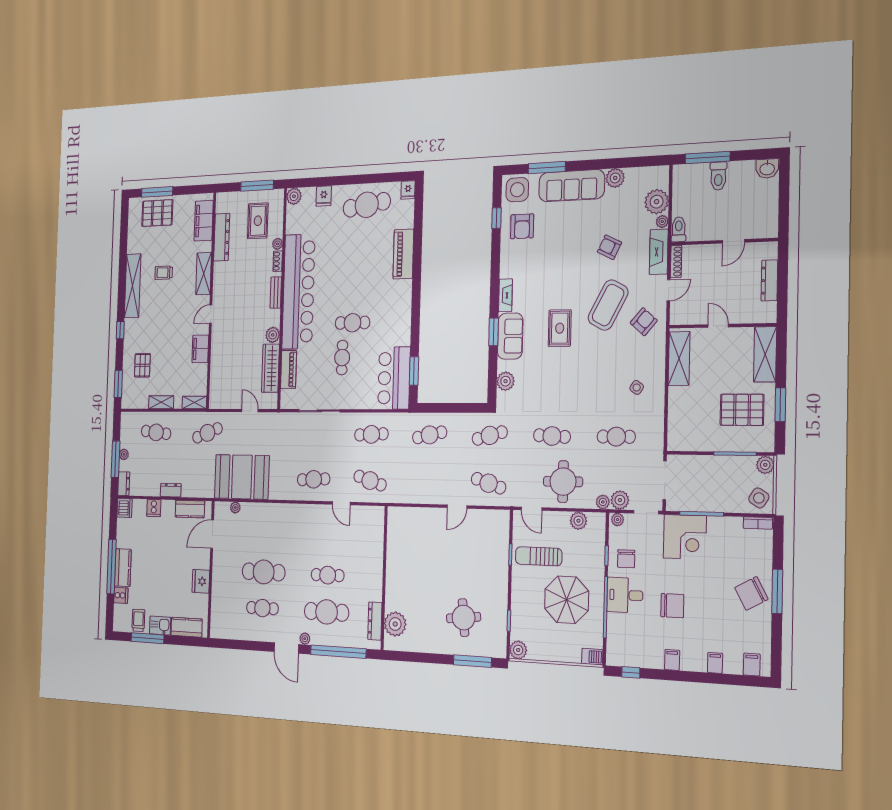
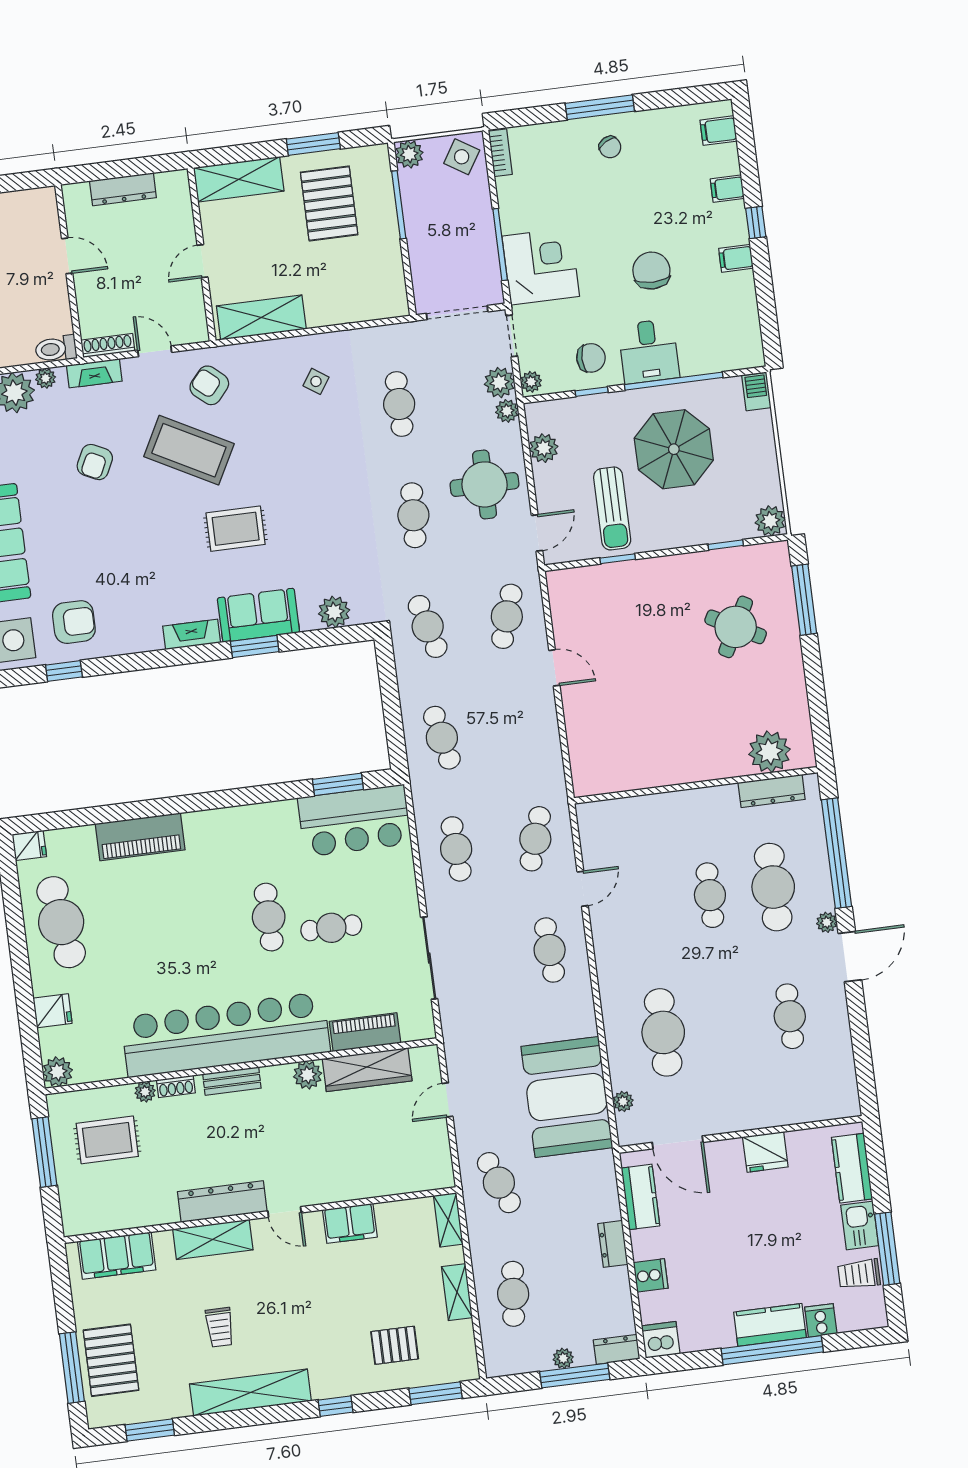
window: (124, 231) -> (150, 1430), added
dresser: (222, 237) -> (222, 1202), moved
fireplace: (659, 252) -> (94, 373), width x0.73, depth x0.76
cafe table: (264, 572) -> (663, 1032), moved
chair: (751, 593) -> (610, 147), width x0.54, depth x0.54
round table: (464, 618) -> (736, 627), turned 34
window: (631, 672) -> (756, 222), moved

